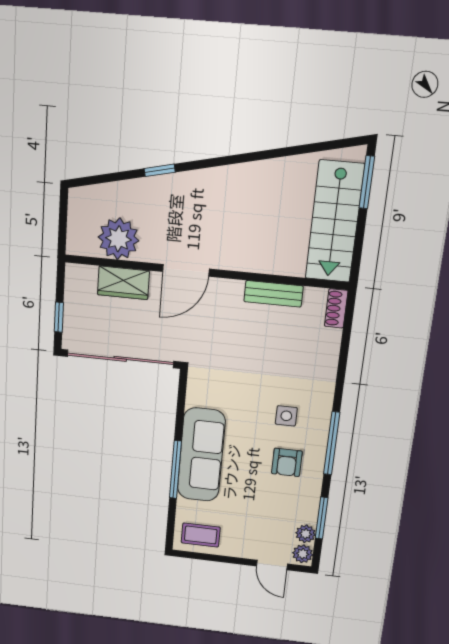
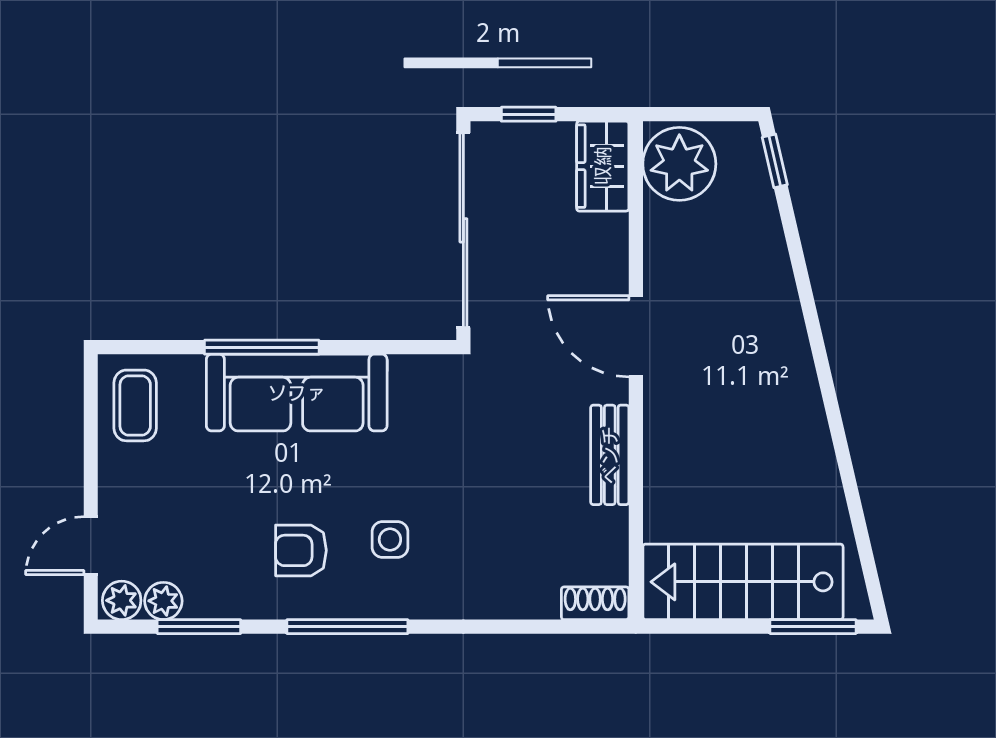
window: (160, 170) -> (775, 161), moved
plant: (119, 239) -> (679, 164), moved
wardrobe: (123, 283) -> (603, 166), moved
bench: (274, 294) -> (610, 455), moved

